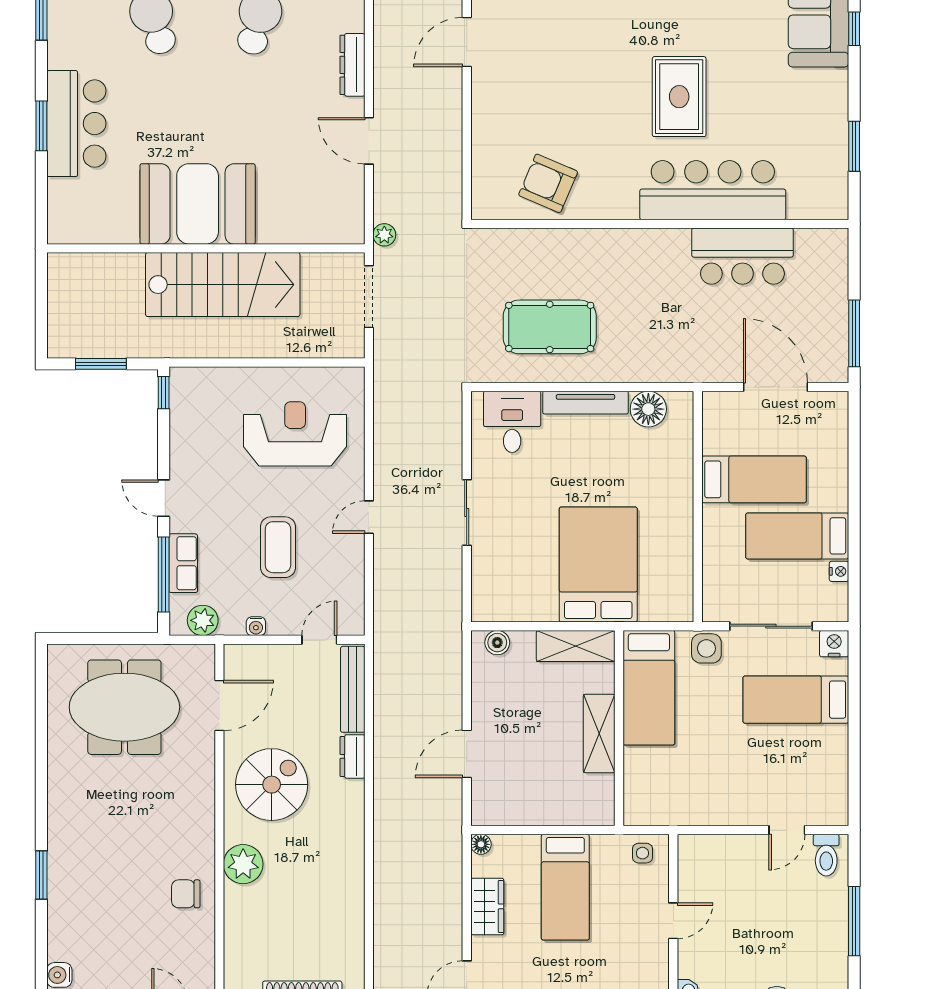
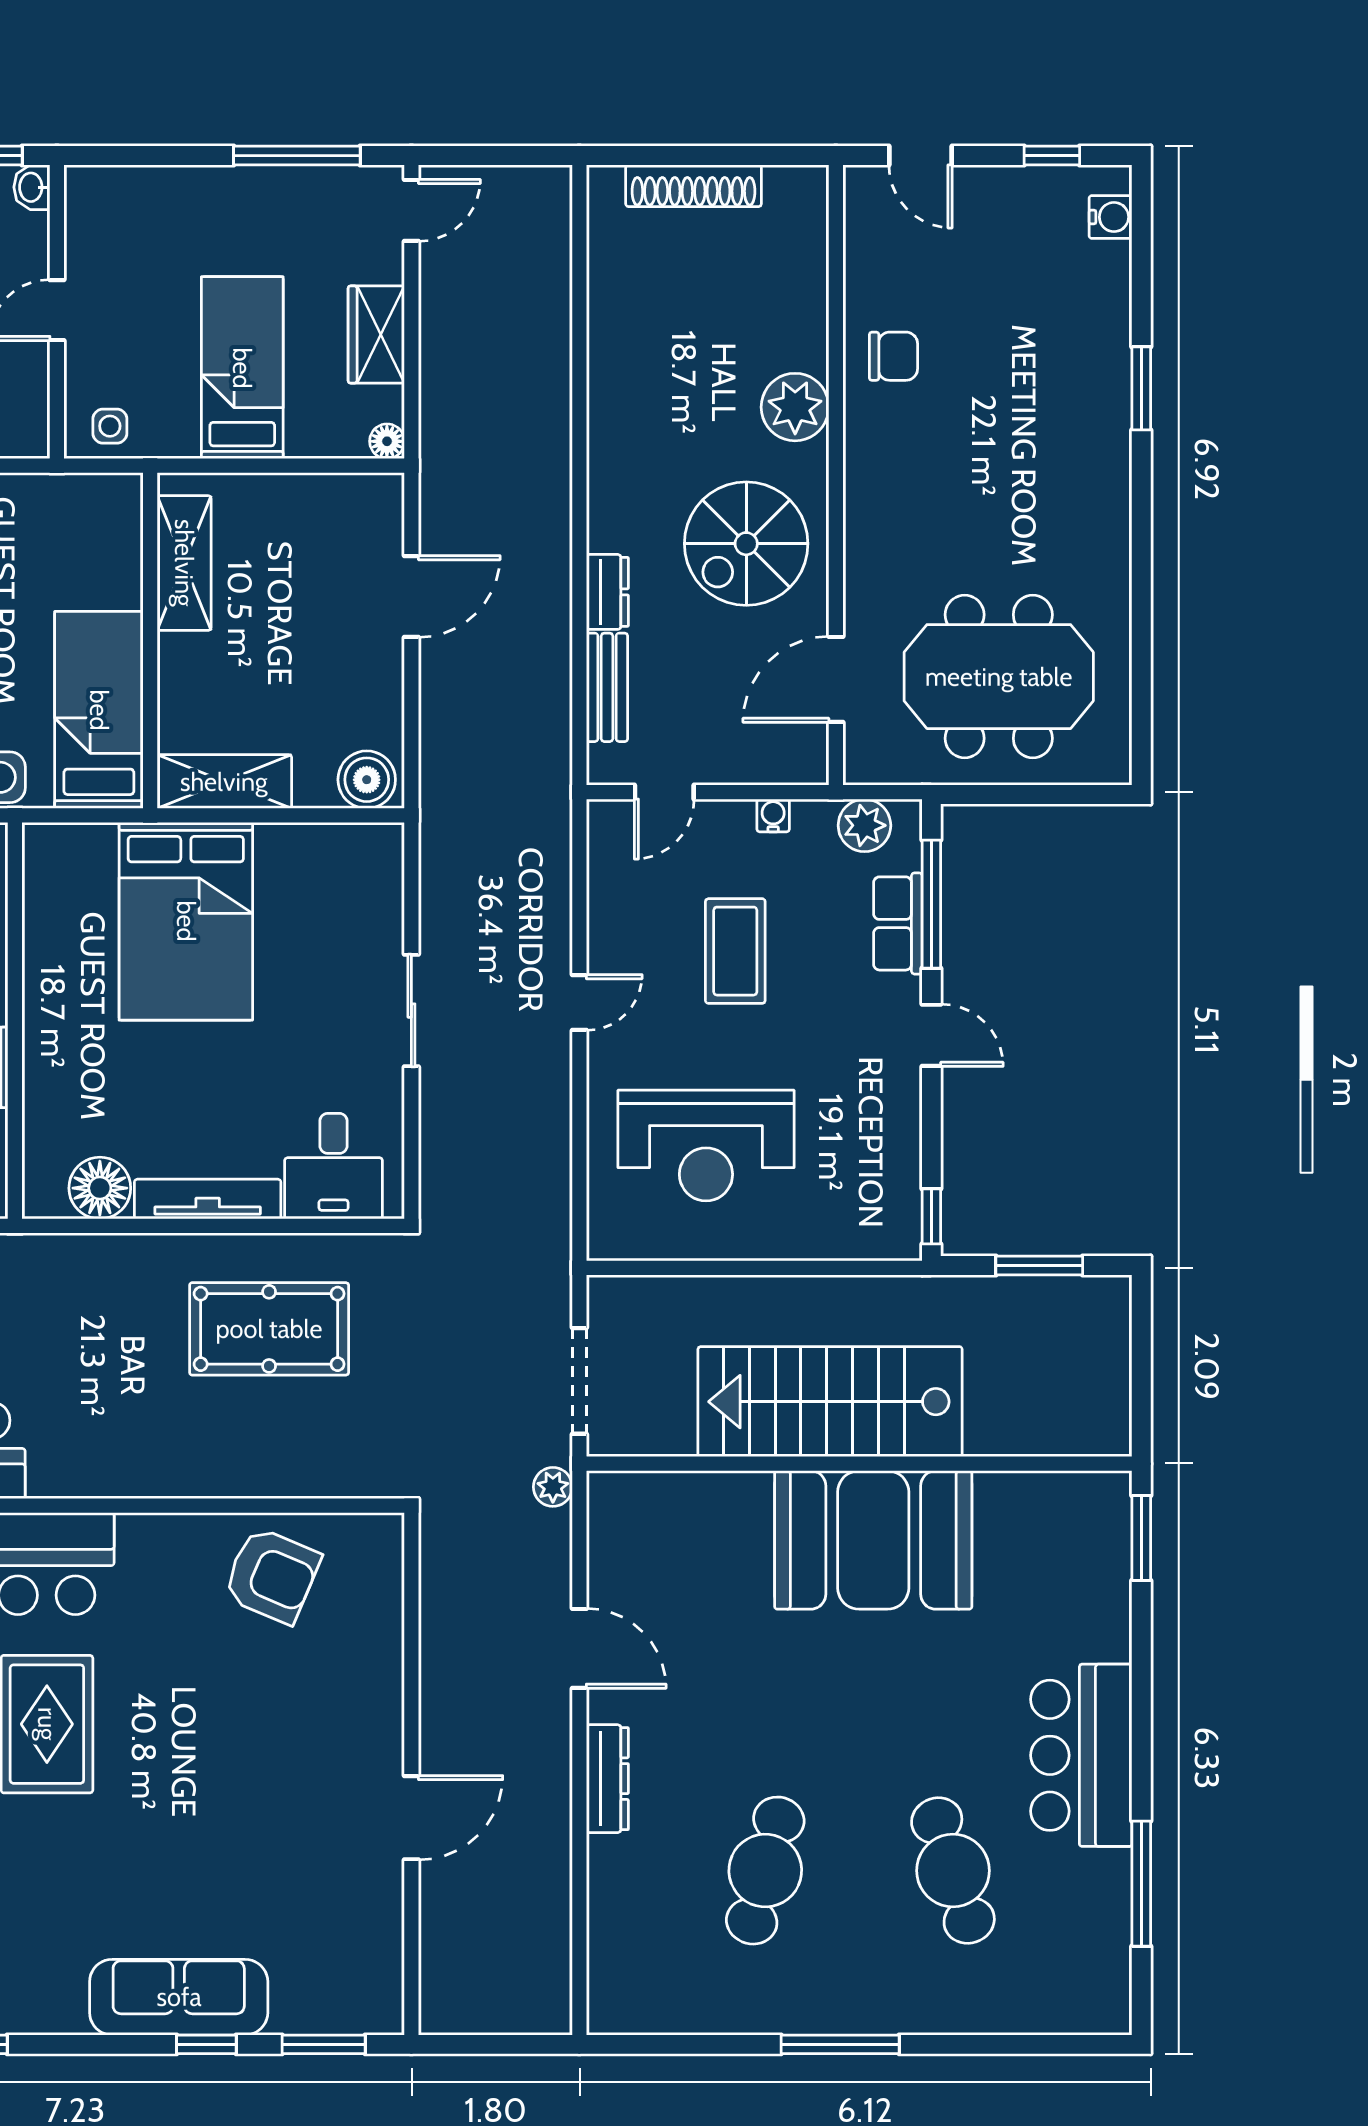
bar counter: (76, 124) -> (1081, 1755), moved
window: (41, 126) -> (1141, 1538), moved
boiler: (497, 643) -> (367, 780), width x1.36, depth x1.36
bench: (353, 689) -> (607, 687), width x0.73
shelving: (599, 734) -> (184, 563), moved

